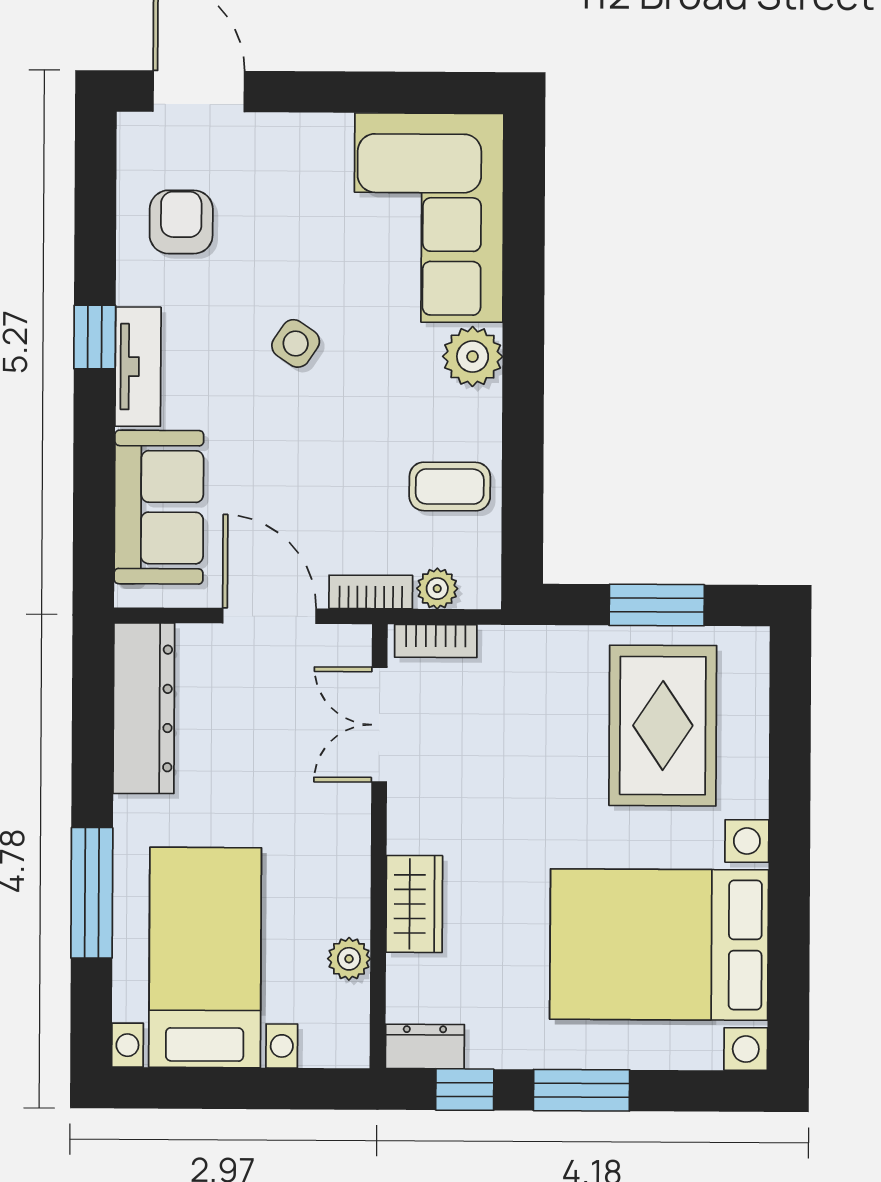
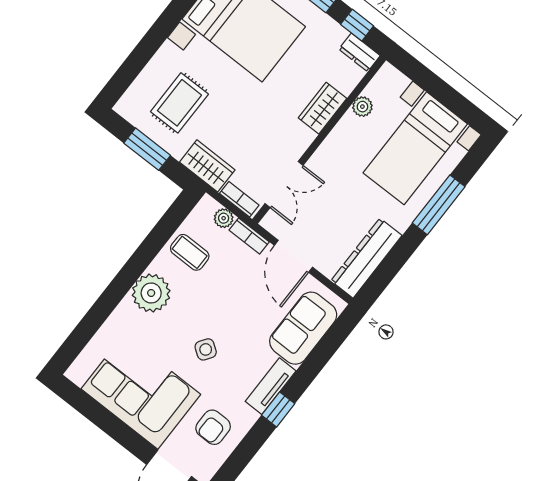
corner sofa: (429, 218) -> (141, 392), moved, turned -90
plant: (473, 357) -> (151, 293), width x1.36, depth x1.36
wardrobe: (533, 655) -> (207, 166), added
rug: (663, 726) -> (179, 103), width x0.73, depth x0.70

